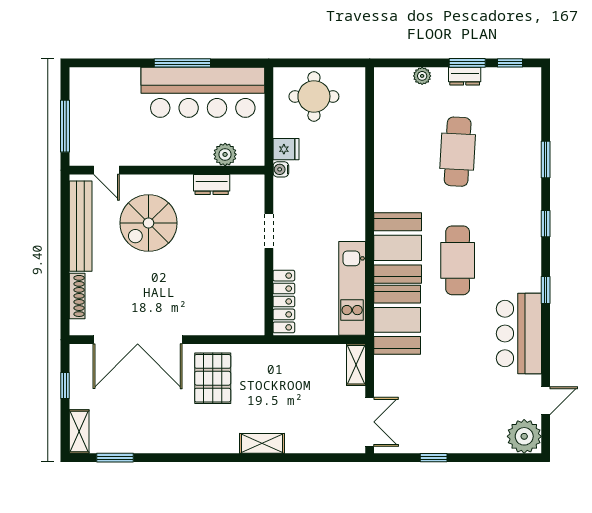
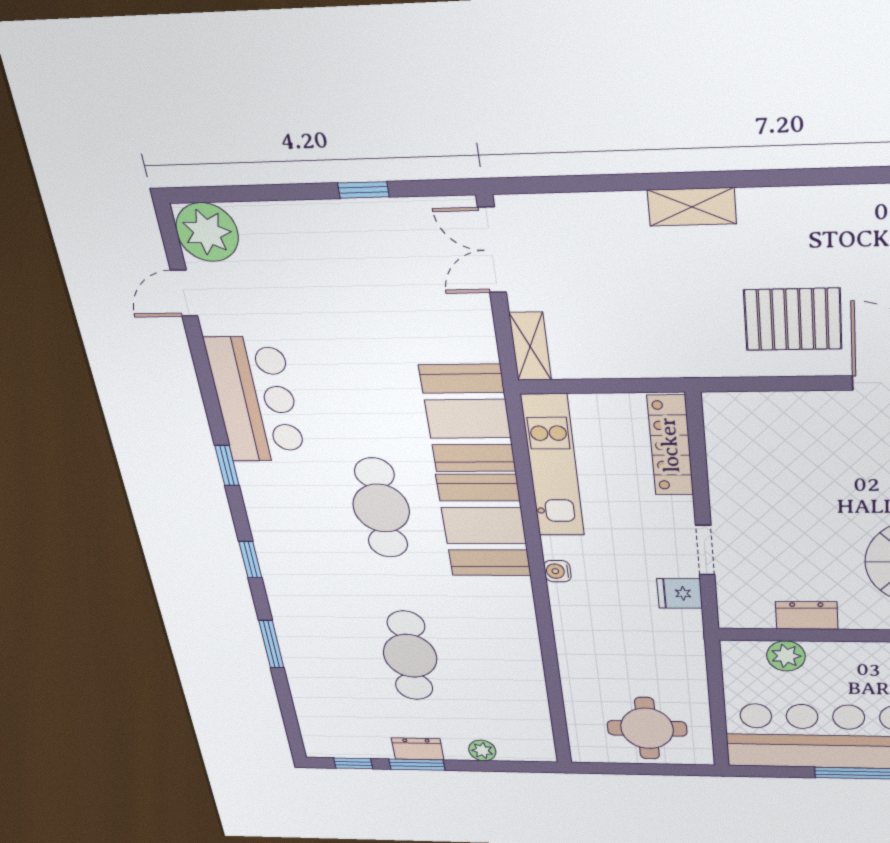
fridge: (286, 149) -> (680, 593), moved
water cooler: (281, 169) -> (557, 571), moved, turned 180
pallet: (213, 378) -> (793, 319), turned 90

